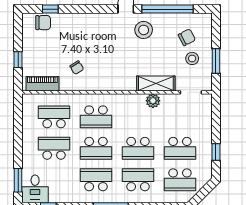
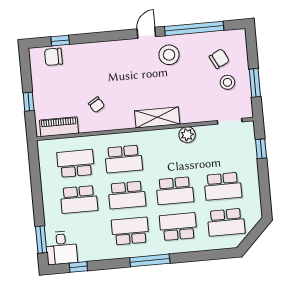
chair: (43, 23) -> (53, 57), turned 180
shelving: (156, 83) -> (157, 117), moved
school desk: (54, 148) -> (79, 199), turned 180
window: (216, 152) -> (261, 149), moved

